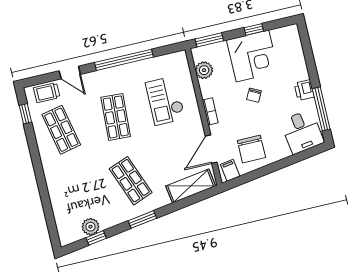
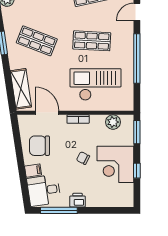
checkout: (165, 101) -> (96, 85), width x1.36, depth x1.21
filing cabinet: (230, 170) -> (33, 171), moved
shop shelf: (131, 181) -> (37, 41), turned 42

